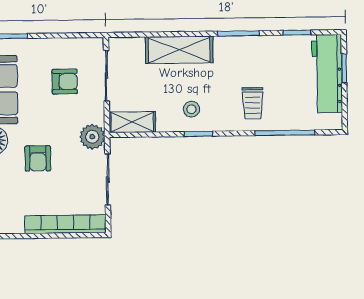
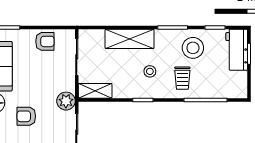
stool: (267, 61) -> (193, 48), added
workbench: (327, 74) -> (237, 50), width x0.73
armchair: (65, 82) -> (45, 41), moved
stool: (191, 109) -> (150, 71), moved
armchair: (38, 158) -> (26, 116), turned 90

